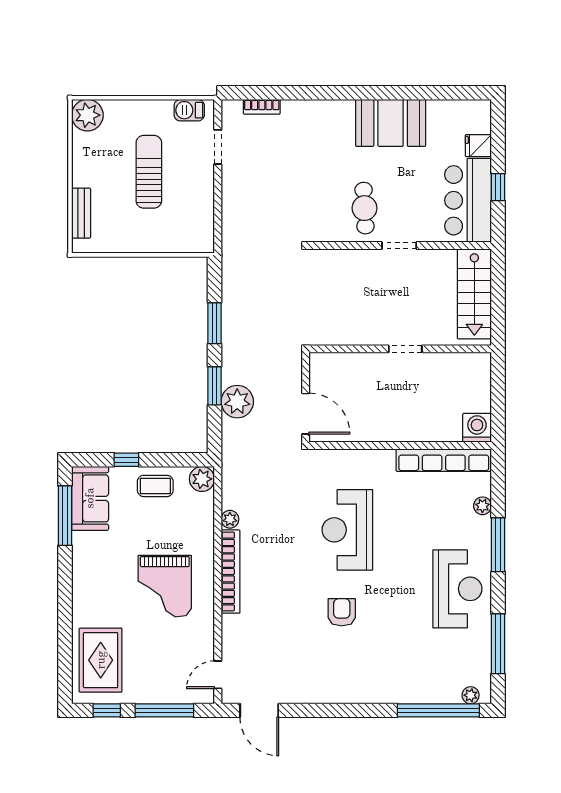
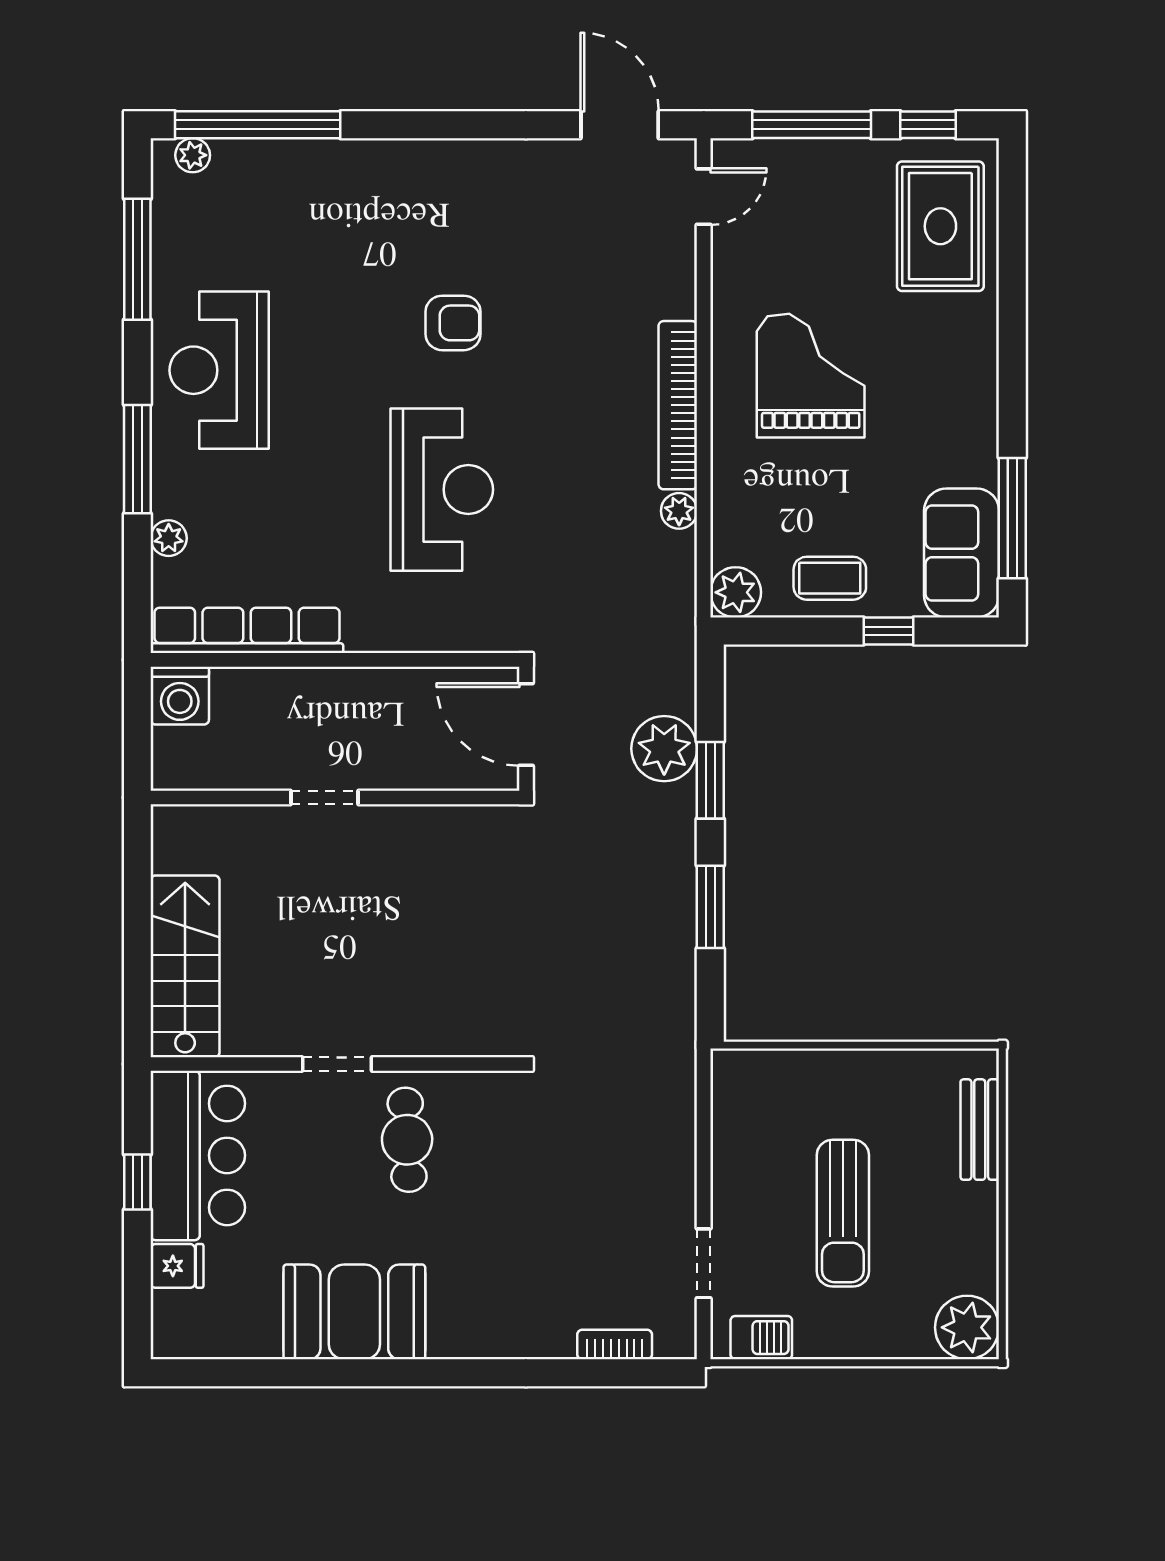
wall: (400, 349) -> (335, 798), moved
doorway: (405, 349) -> (325, 798), moved
armchair: (342, 612) -> (453, 323), turned -90

